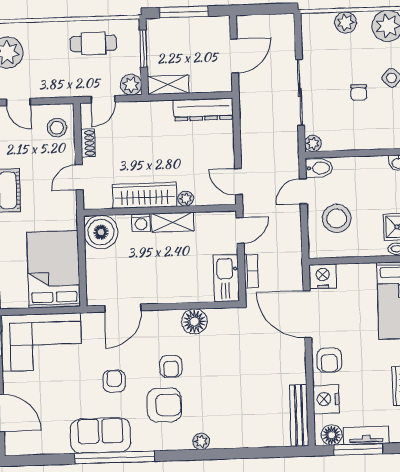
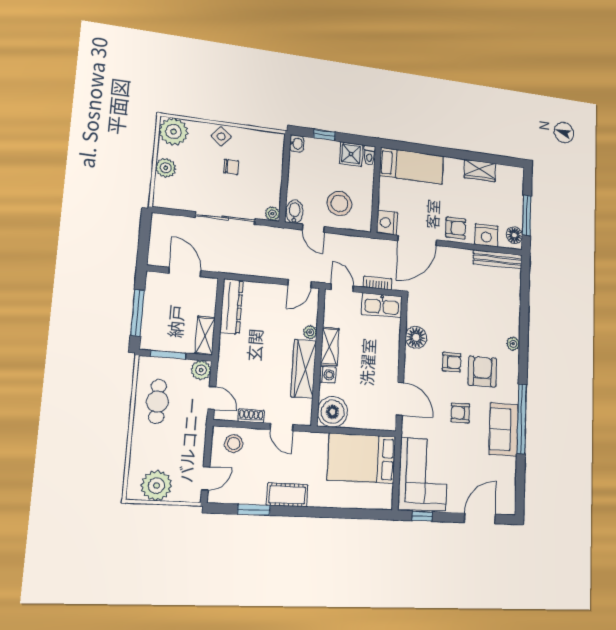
tv unit: (366, 435) -> (516, 207), removed

